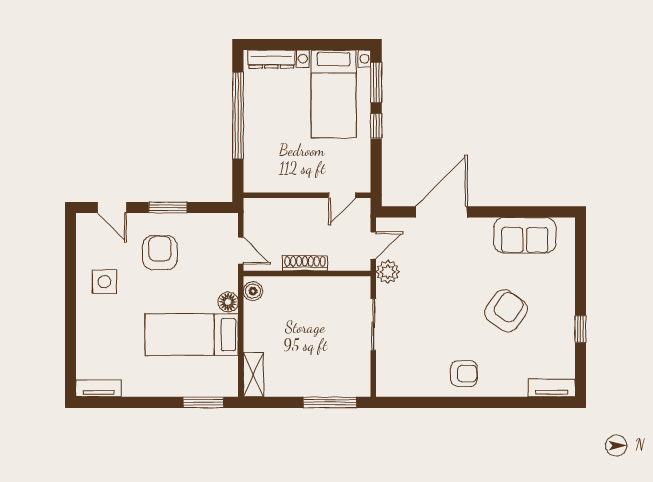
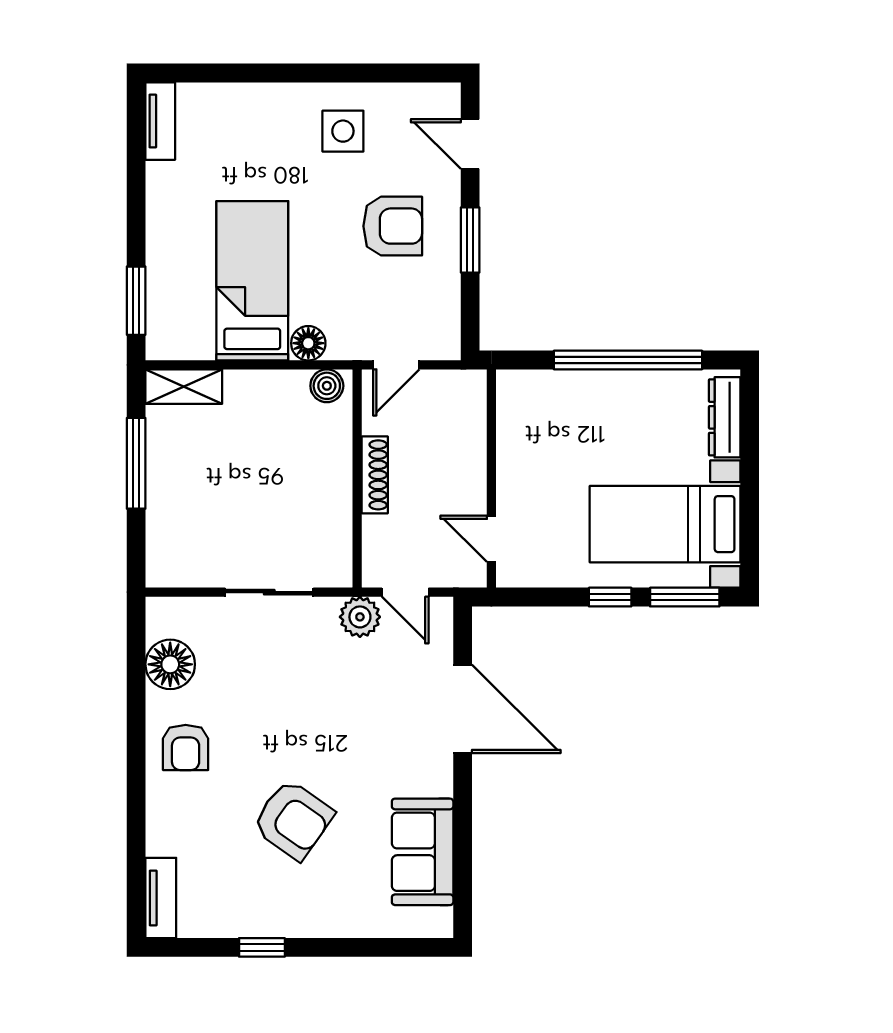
door: (112, 208) -> (470, 144), hinge flipped
floor lamp: (415, 382) -> (170, 664), added
window: (330, 402) -> (136, 463), moved

